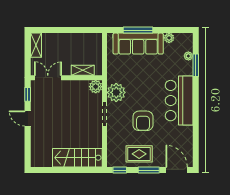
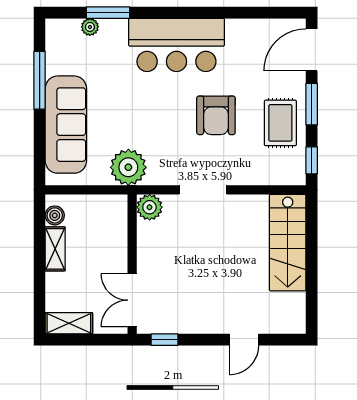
window: (138, 30) -> (40, 80), moved
boiler: (91, 38) -> (55, 215), added
plant: (169, 38) -> (55, 65), removed
shelving: (83, 70) -> (55, 249), moved
plant: (116, 92) -> (128, 167), moved
door: (28, 118) -> (244, 340), moved
armchair: (143, 121) -> (216, 115), turned 90

